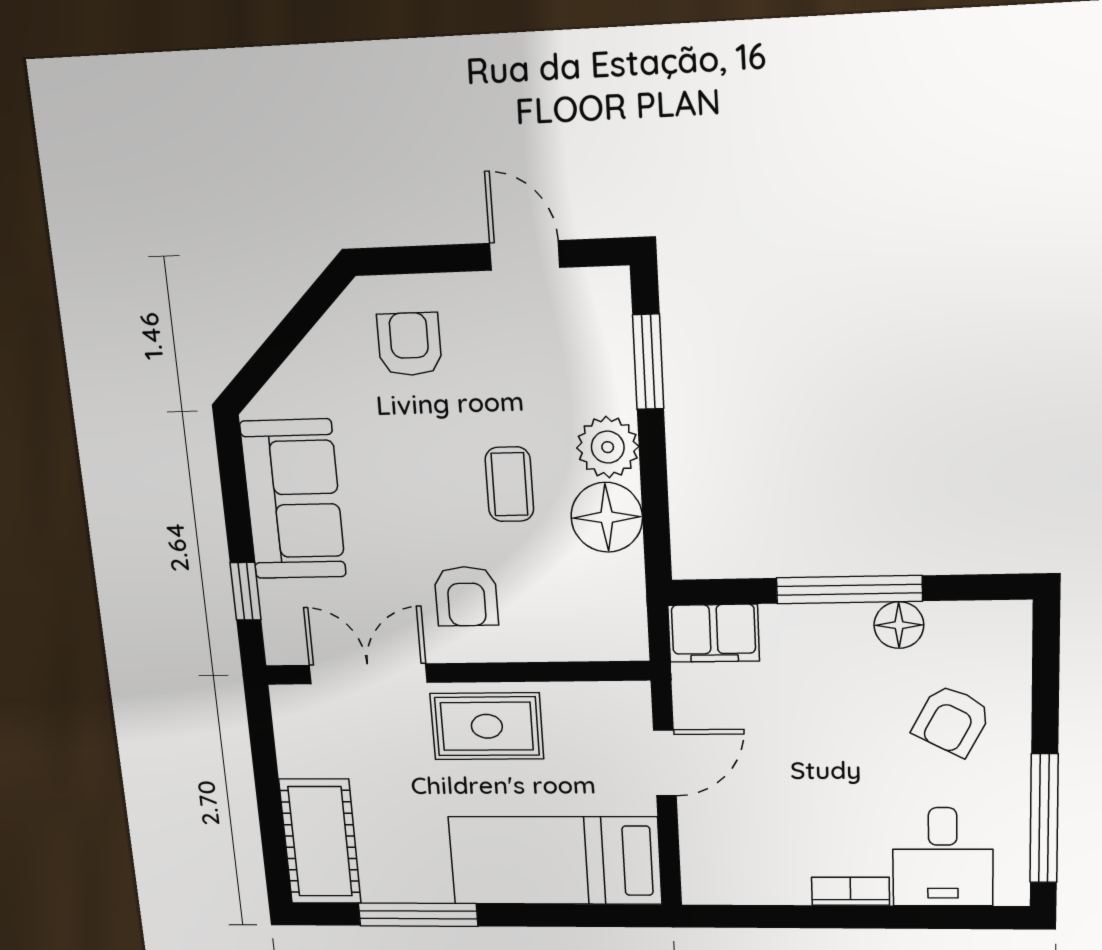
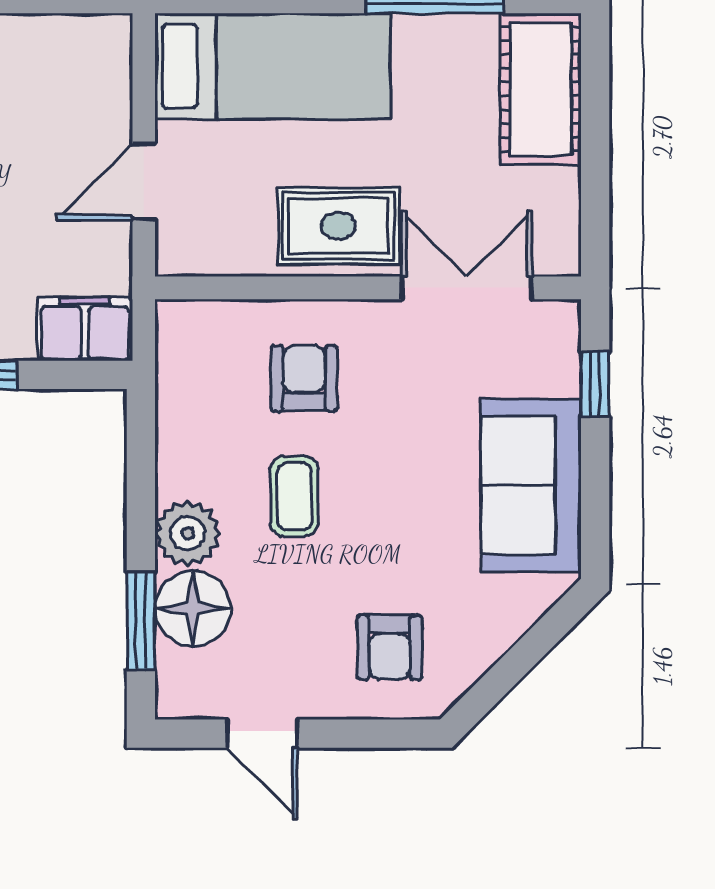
floor lamp: (607, 517) -> (193, 608), moved
armchair: (466, 596) -> (304, 378), moved
double door: (368, 674) -> (466, 288), swing flipped

